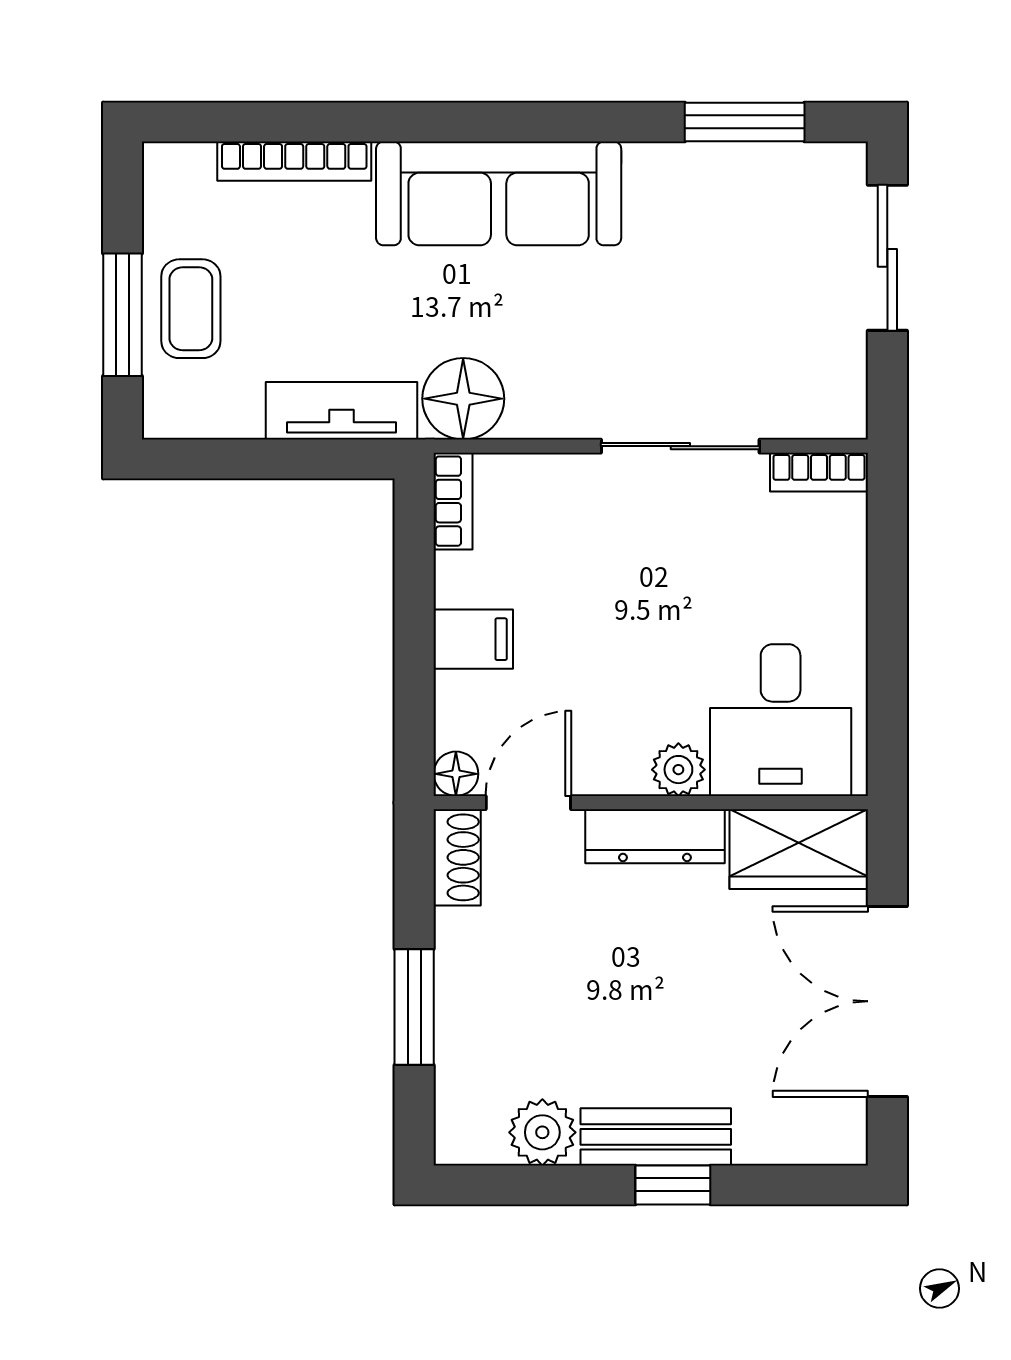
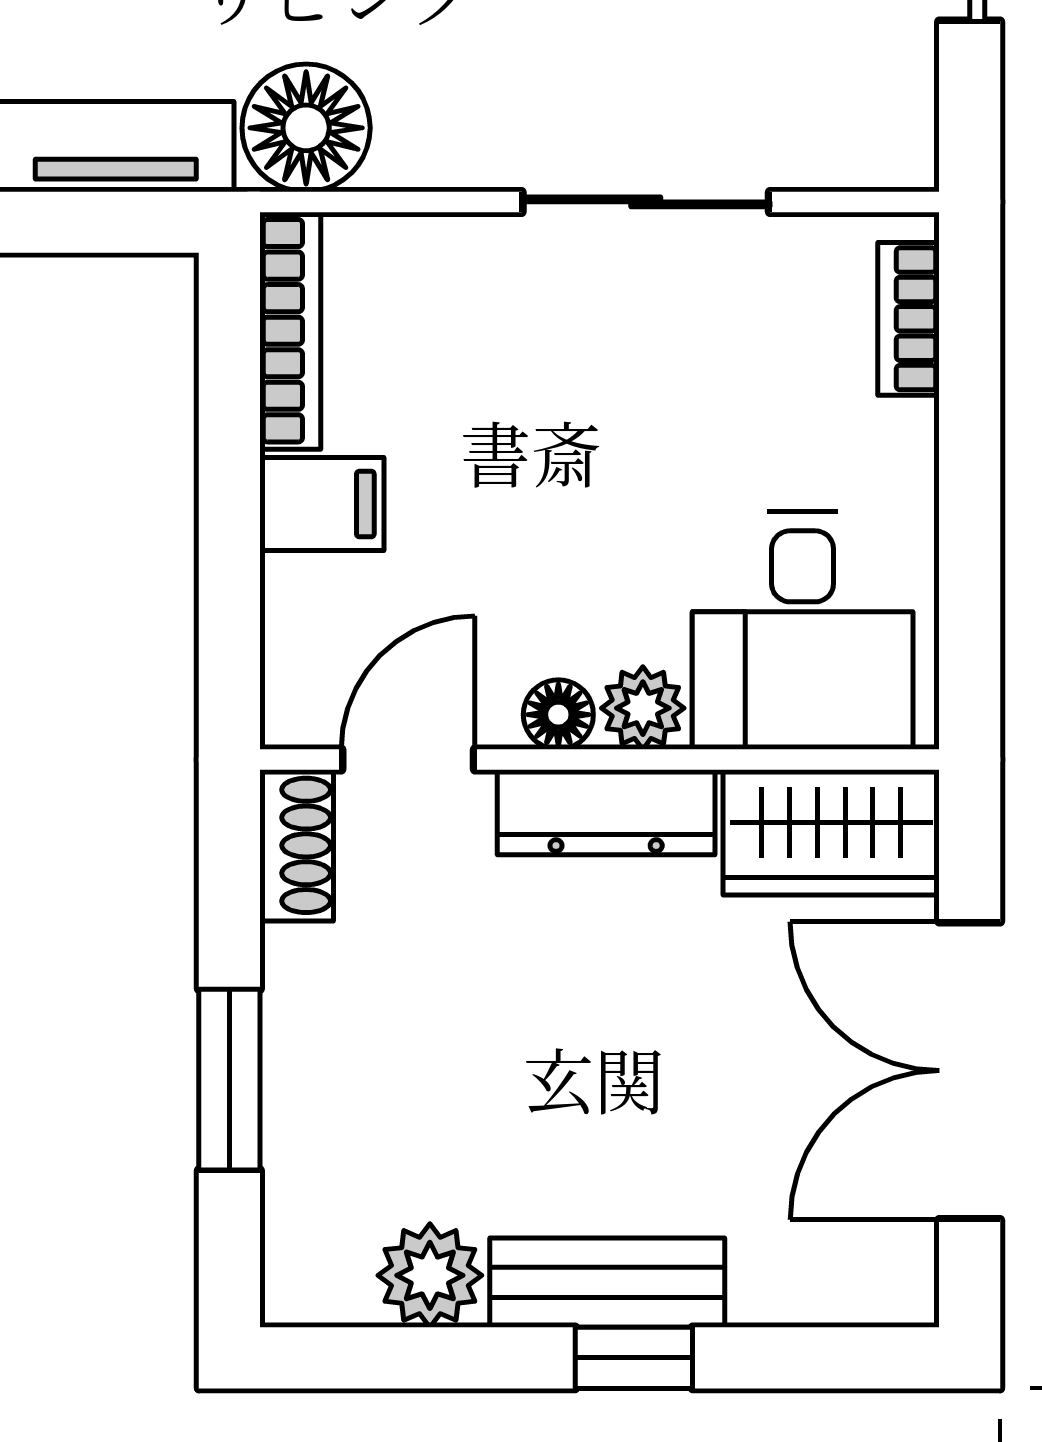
bookcase: (819, 472) -> (909, 319), moved, turned 90
bookcase: (453, 501) -> (290, 331), width x1.56
floor lamp: (456, 774) -> (558, 715), moved

